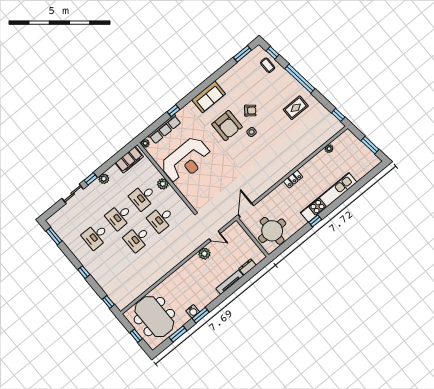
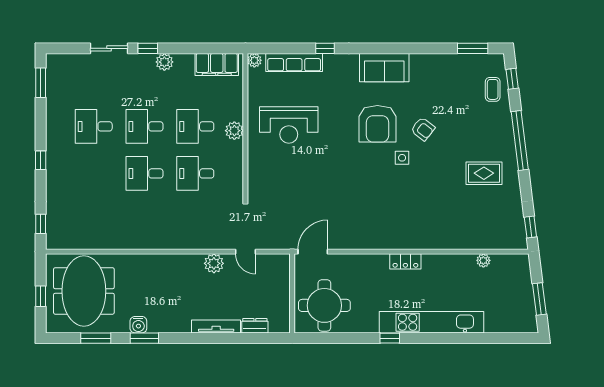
reception desk: (186, 160) -> (289, 125), width x0.74, depth x0.77

